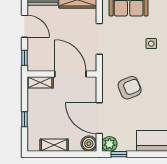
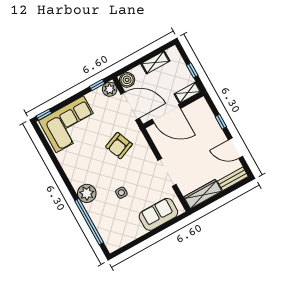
wall: (62, 74) -> (173, 110), moved
door: (70, 74) -> (166, 114), moved
shelving: (40, 82) -> (188, 93), moved

